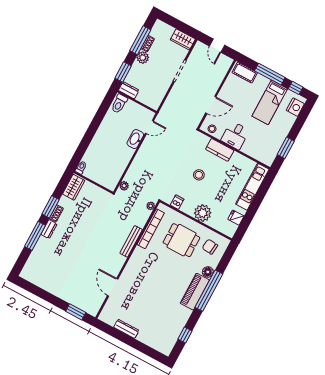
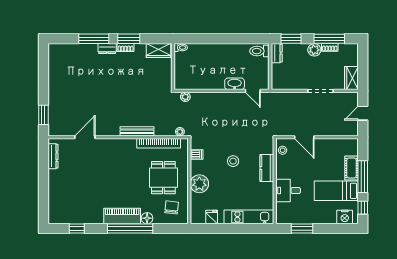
cot: (245, 73) -> (351, 168), moved
desk: (235, 135) -> (288, 191), moved
dresser: (126, 329) -> (53, 156), moved

